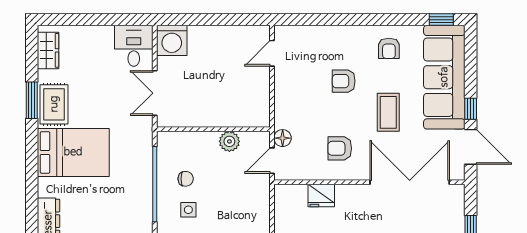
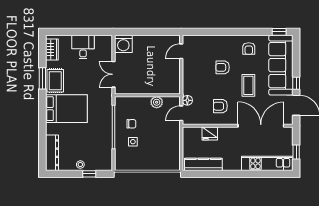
desk: (134, 46) -> (83, 47), moved

